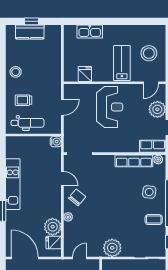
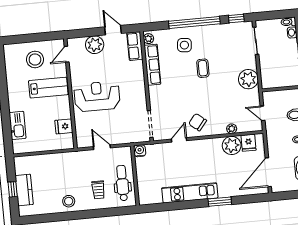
lab bench: (122, 63) -> (48, 88), turned 180
door: (151, 83) -> (67, 54), swing flipped
plant: (68, 217) -> (232, 129), moved
coffee table: (154, 220) -> (203, 68), moved

